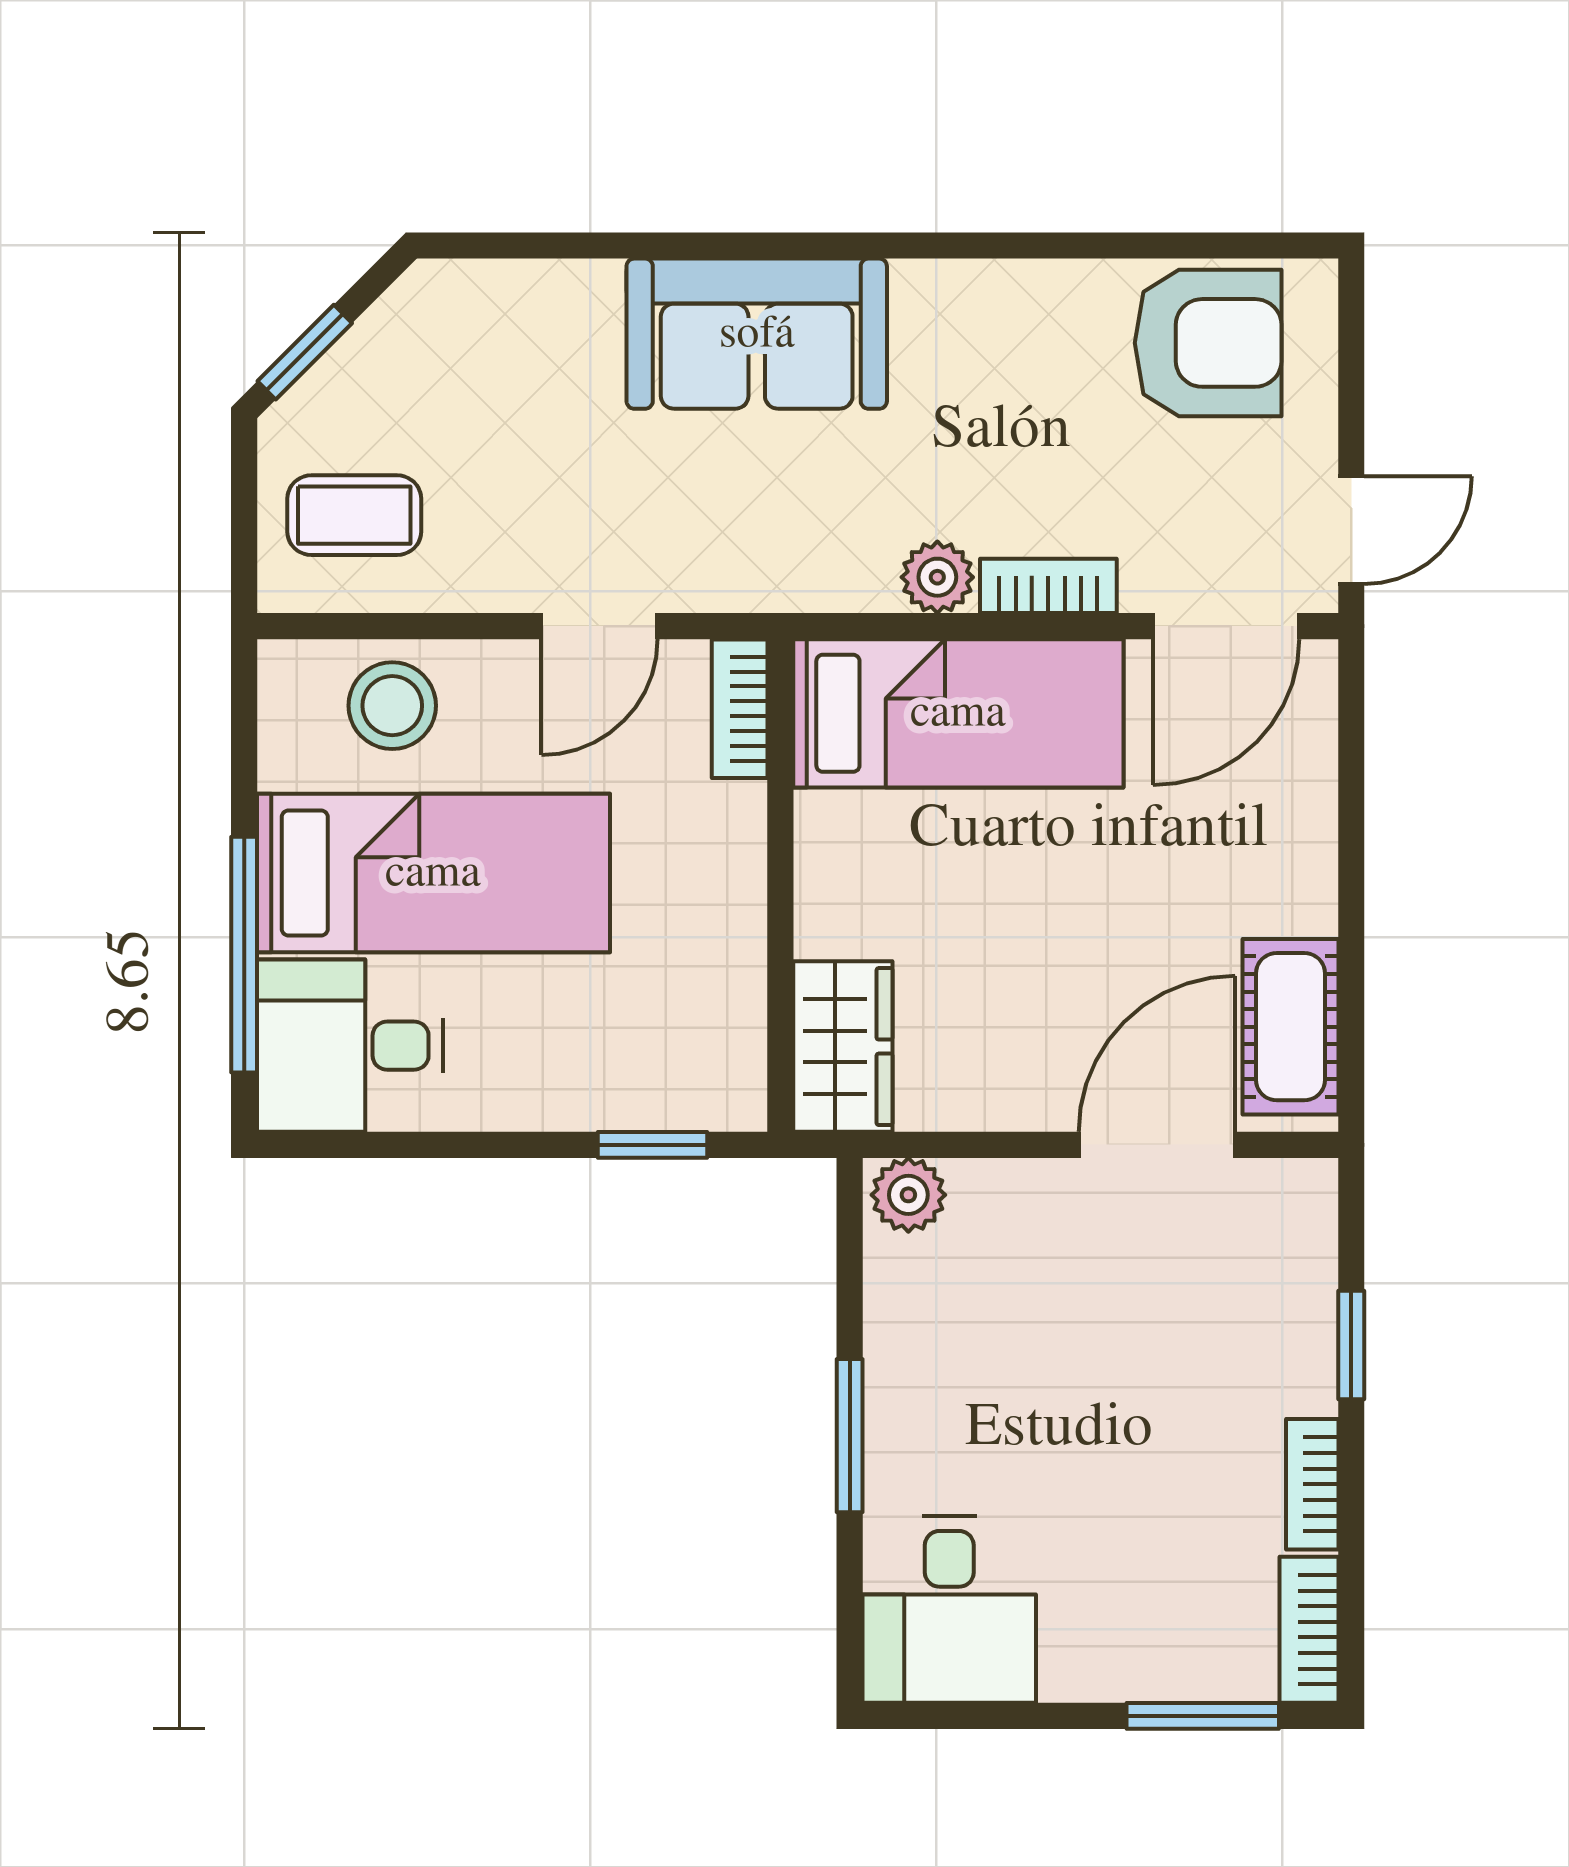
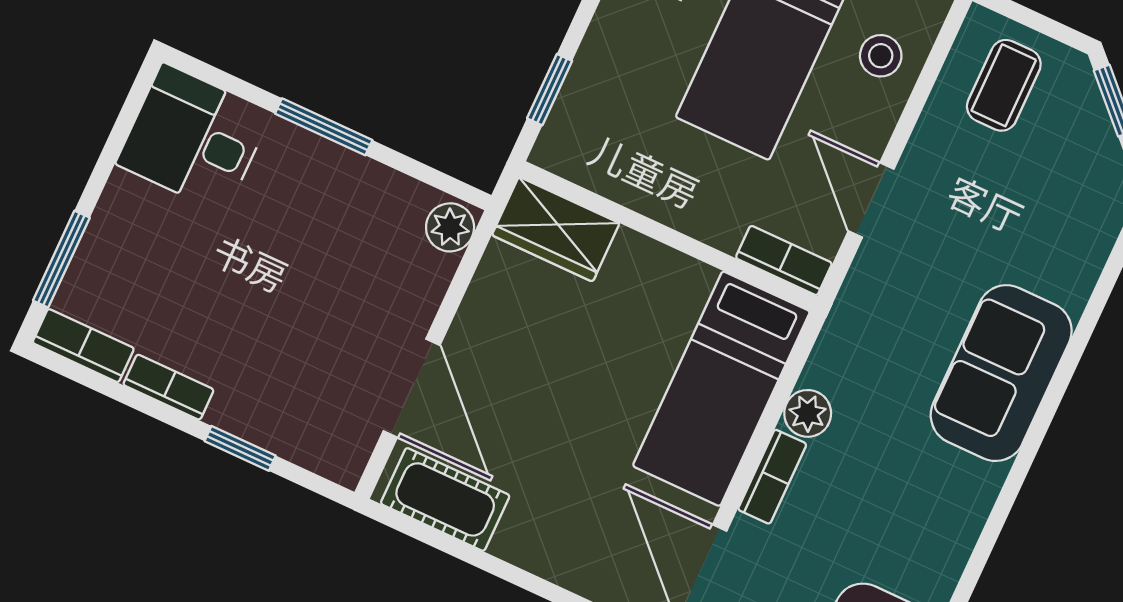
stool: (392, 706) -> (881, 56), width x0.73, depth x0.73

